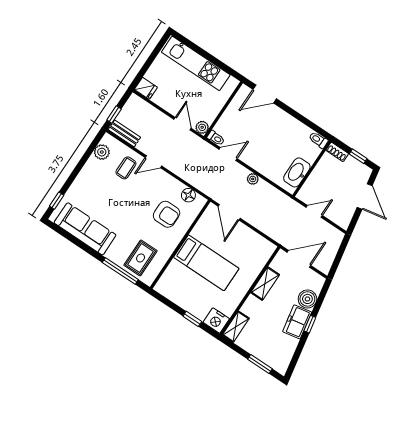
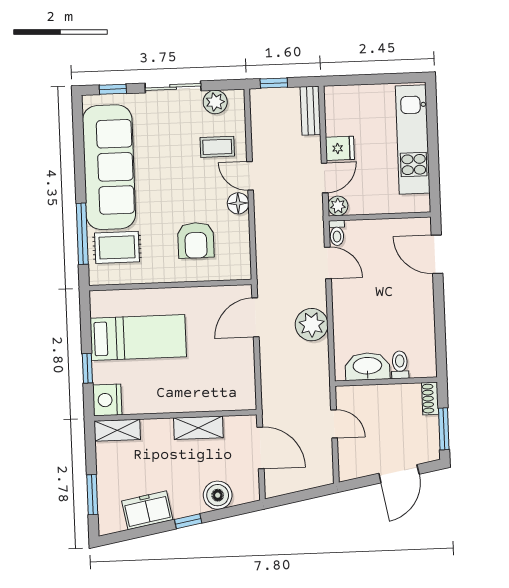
fridge: (146, 88) -> (340, 148), moved, turned -90
bench: (124, 133) -> (310, 111), moved
toilet: (318, 140) -> (400, 365), moved
window: (358, 156) -> (444, 429), width x1.50
sliding door: (78, 168) -> (173, 87), added
plant: (253, 179) -> (312, 325), width x1.88, depth x1.88
floor lamp: (188, 195) -> (238, 203), moved
sofa: (85, 229) -> (109, 167), width x1.36, depth x1.27
bed: (206, 263) -> (138, 337), moved, turned -90
freezer: (297, 322) -> (147, 510), moved

